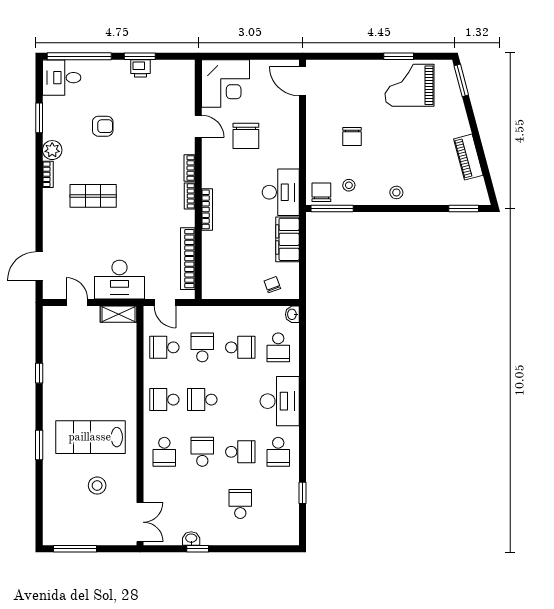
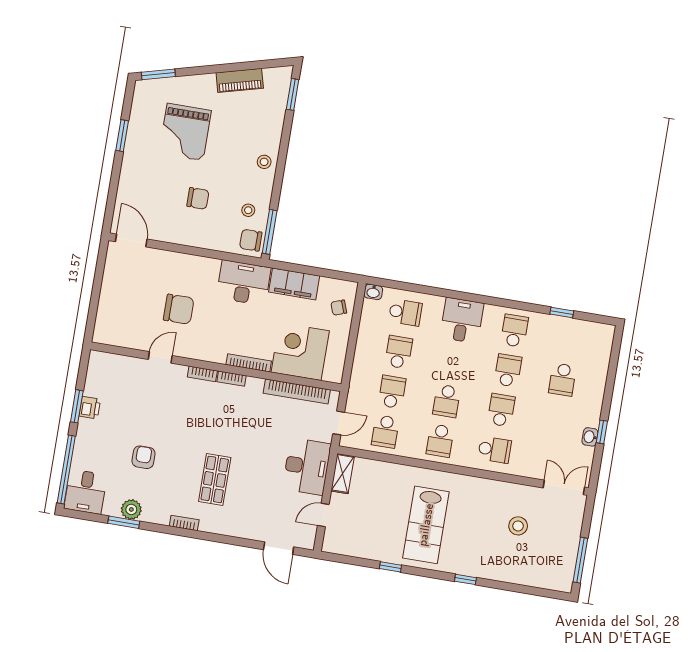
door: (303, 81) -> (131, 240), swing flipped
corner desk: (226, 84) -> (300, 351), moved, turned -90
grand piano: (410, 85) -> (185, 132), moved
plant: (52, 150) -> (131, 509), moved
school desk: (202, 347) -> (392, 392), turned 90
desk: (280, 401) -> (462, 320), width x0.73
lab bench: (90, 437) -> (426, 525), moved
window: (39, 445) -> (465, 579), width x0.67
school desk: (202, 452) -> (501, 410), turned 90
school desk: (278, 452) -> (515, 331), turned -90
school desk: (240, 504) -> (562, 380), turned -90

